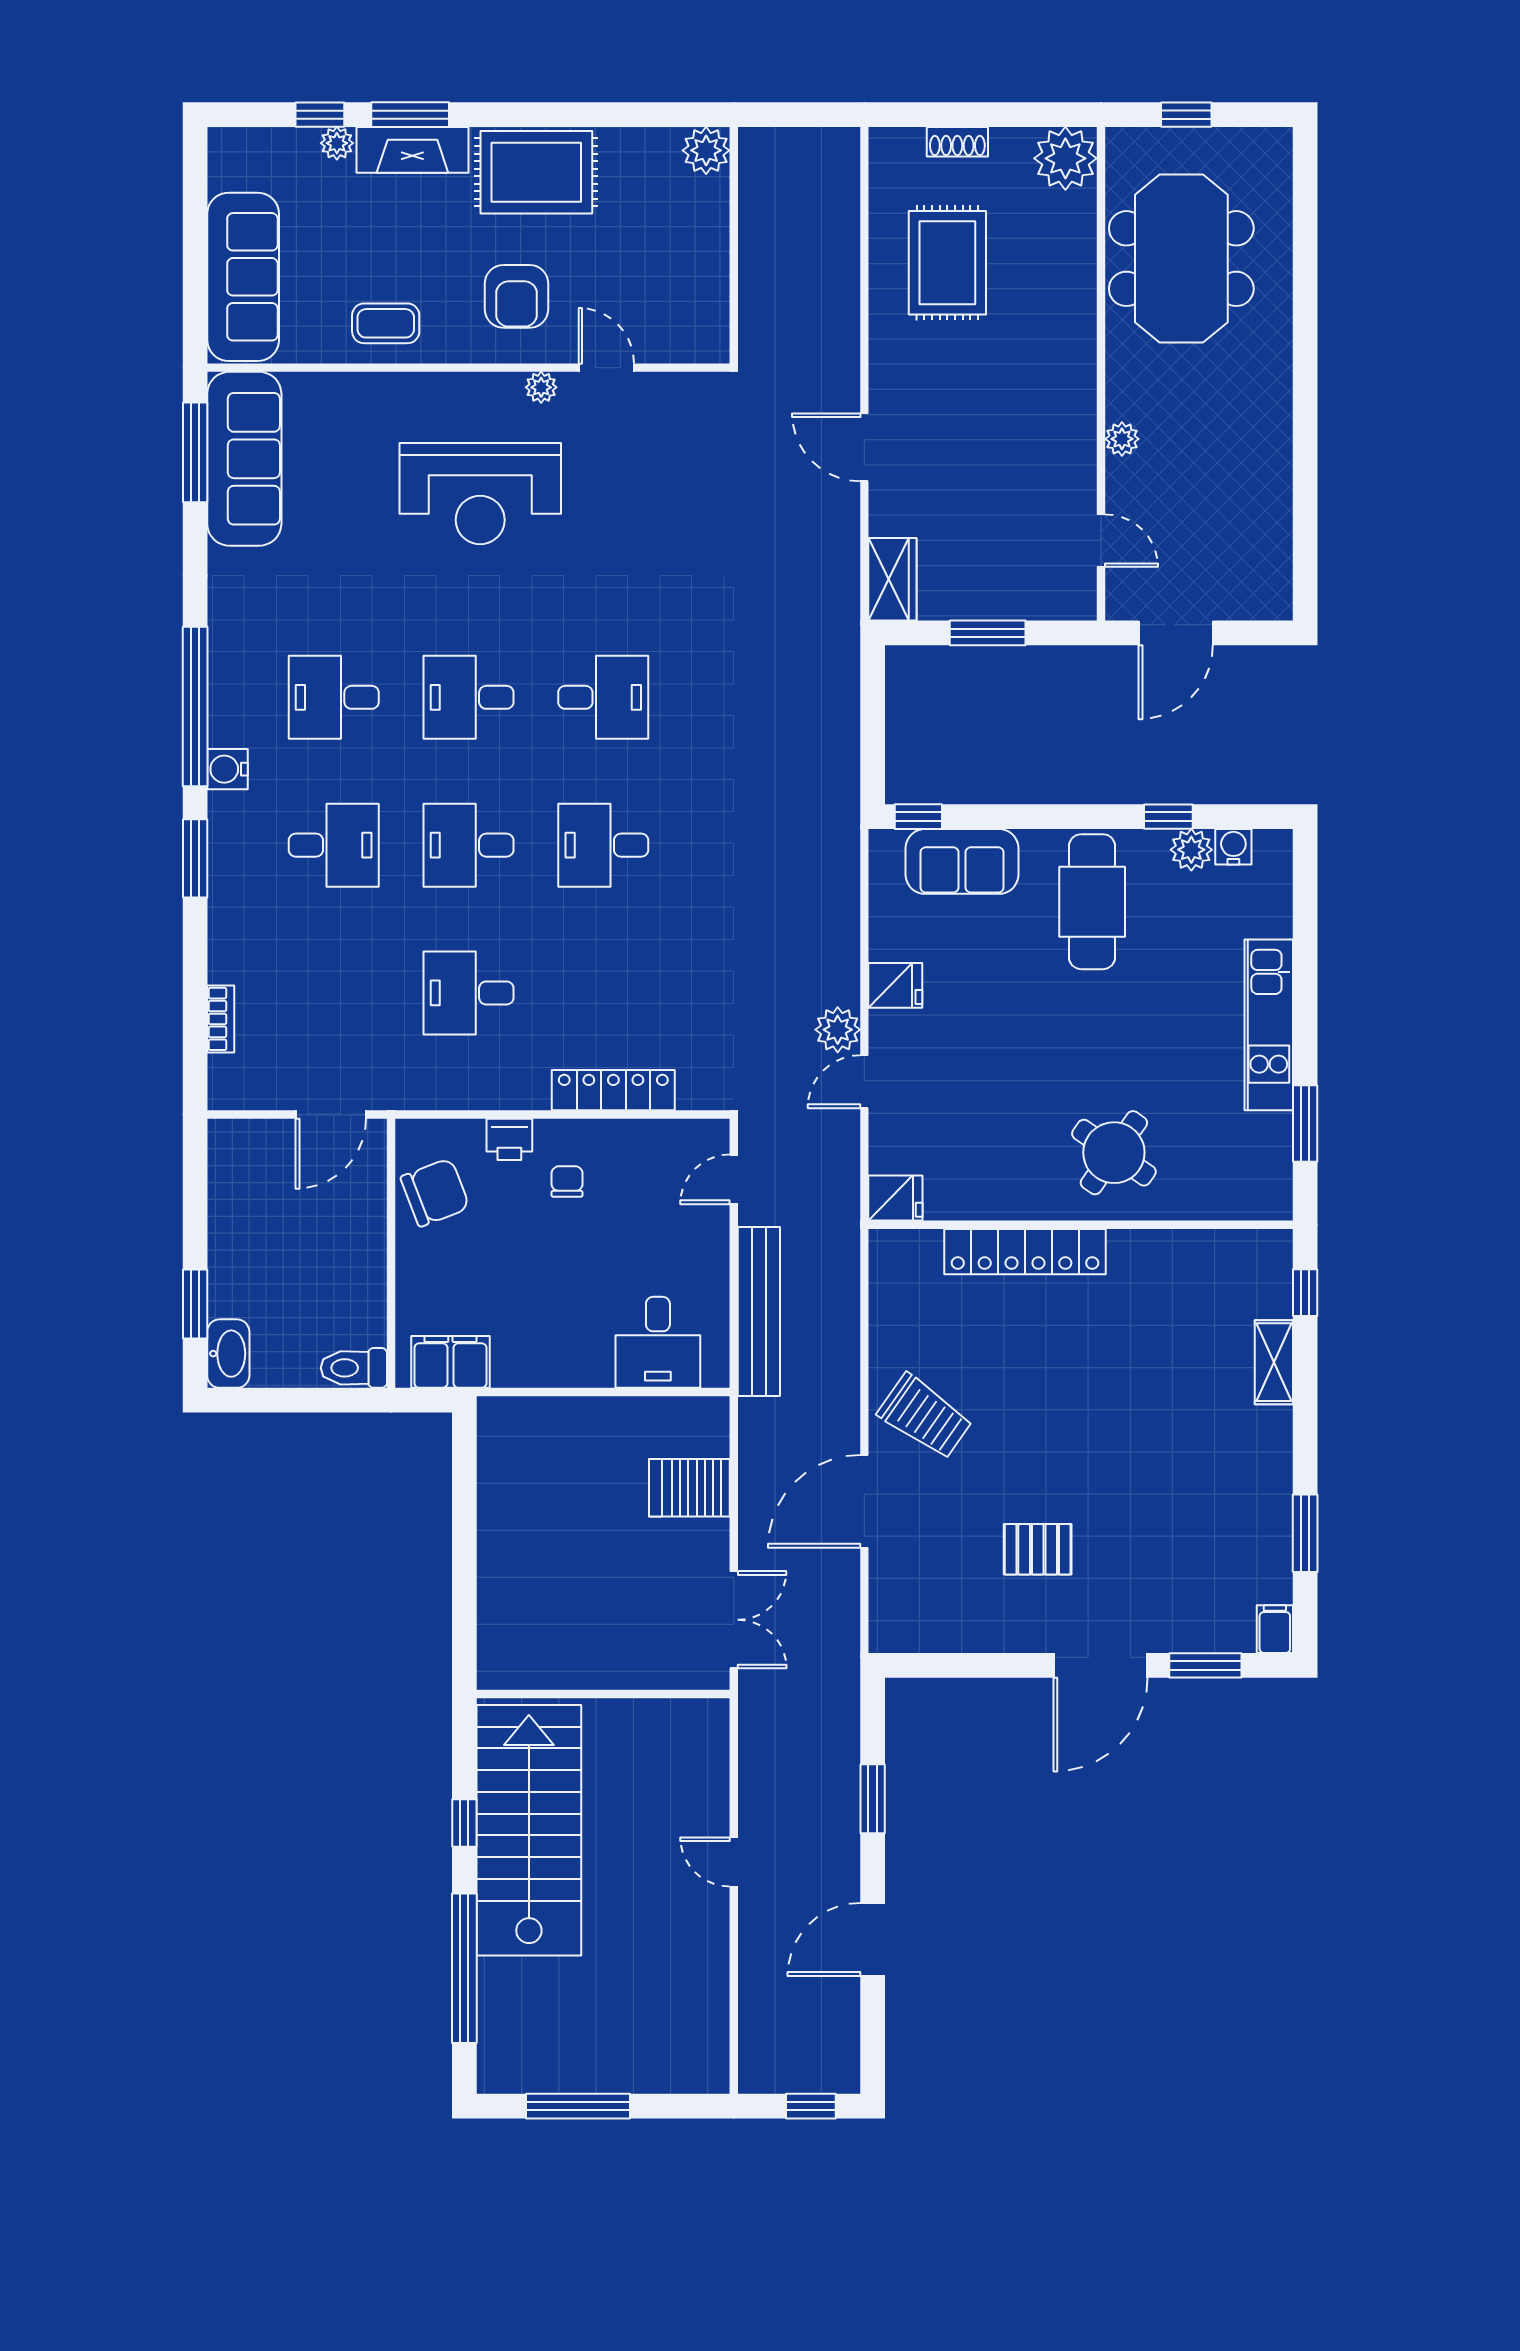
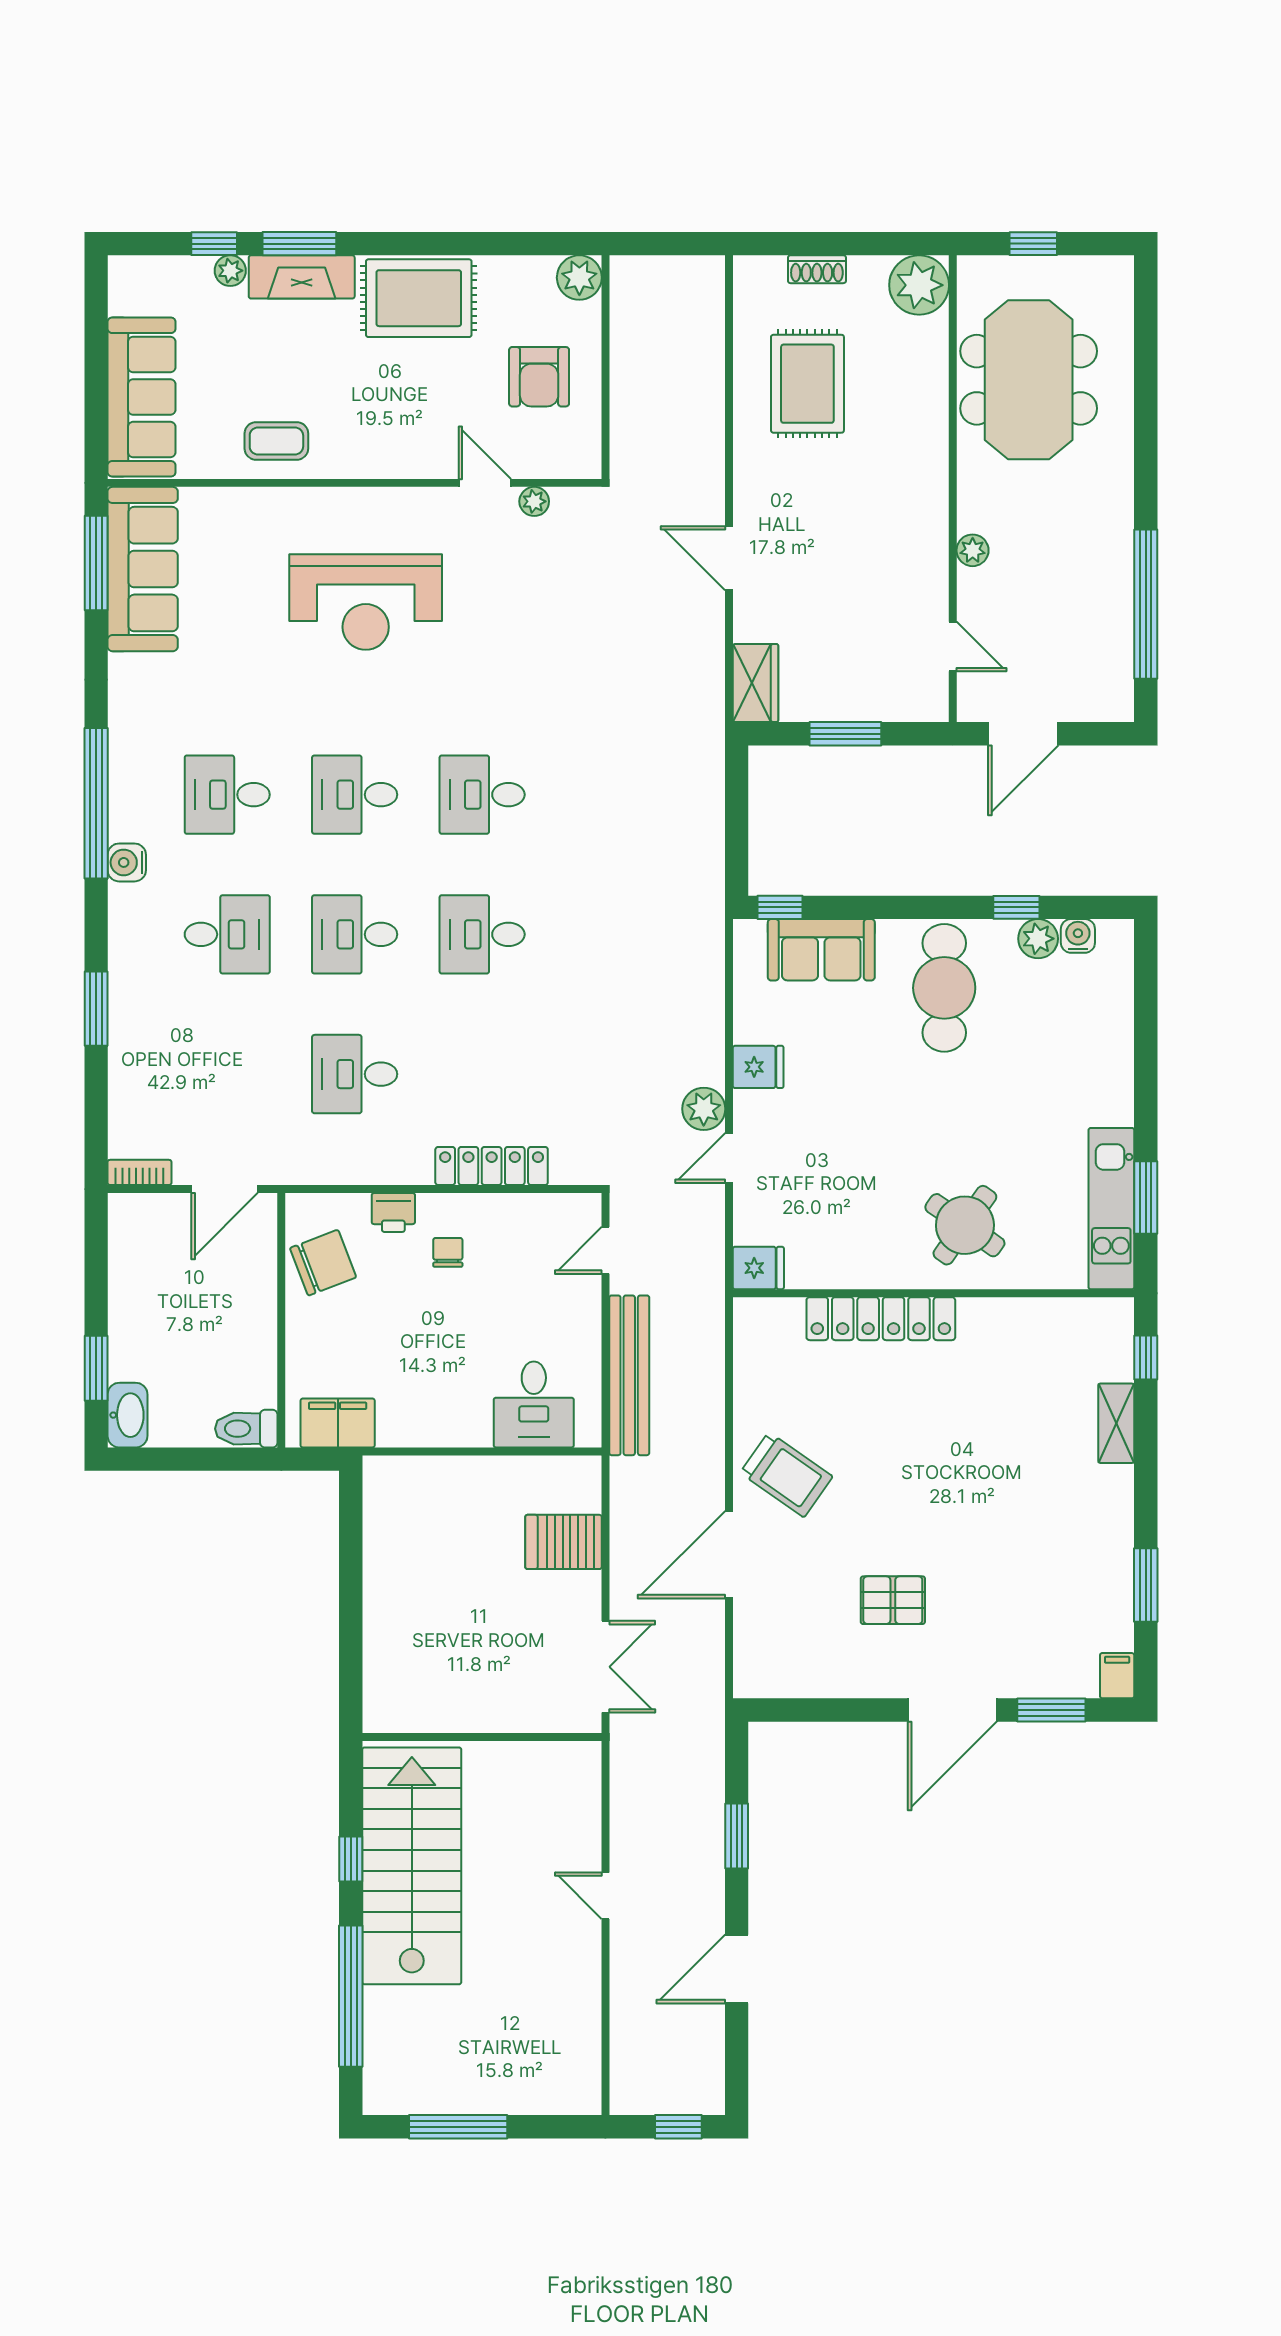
armchair: (517, 296) -> (539, 377), moved
plant: (541, 387) -> (534, 501), moved
window: (1305, 496) -> (1146, 604), added
desk: (603, 697) -> (482, 795), turned 180
window: (195, 858) -> (96, 1009), moved
bookcase: (221, 1019) -> (140, 1172), moved, turned -90
kitchen unit: (1269, 1025) -> (1111, 1209), moved

